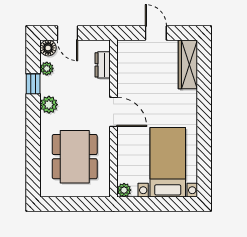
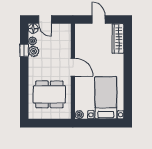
dresser: (103, 65) -> (66, 39), removed
plant: (49, 105) -> (34, 51), moved
dining table: (75, 157) -> (49, 94), turned 90

